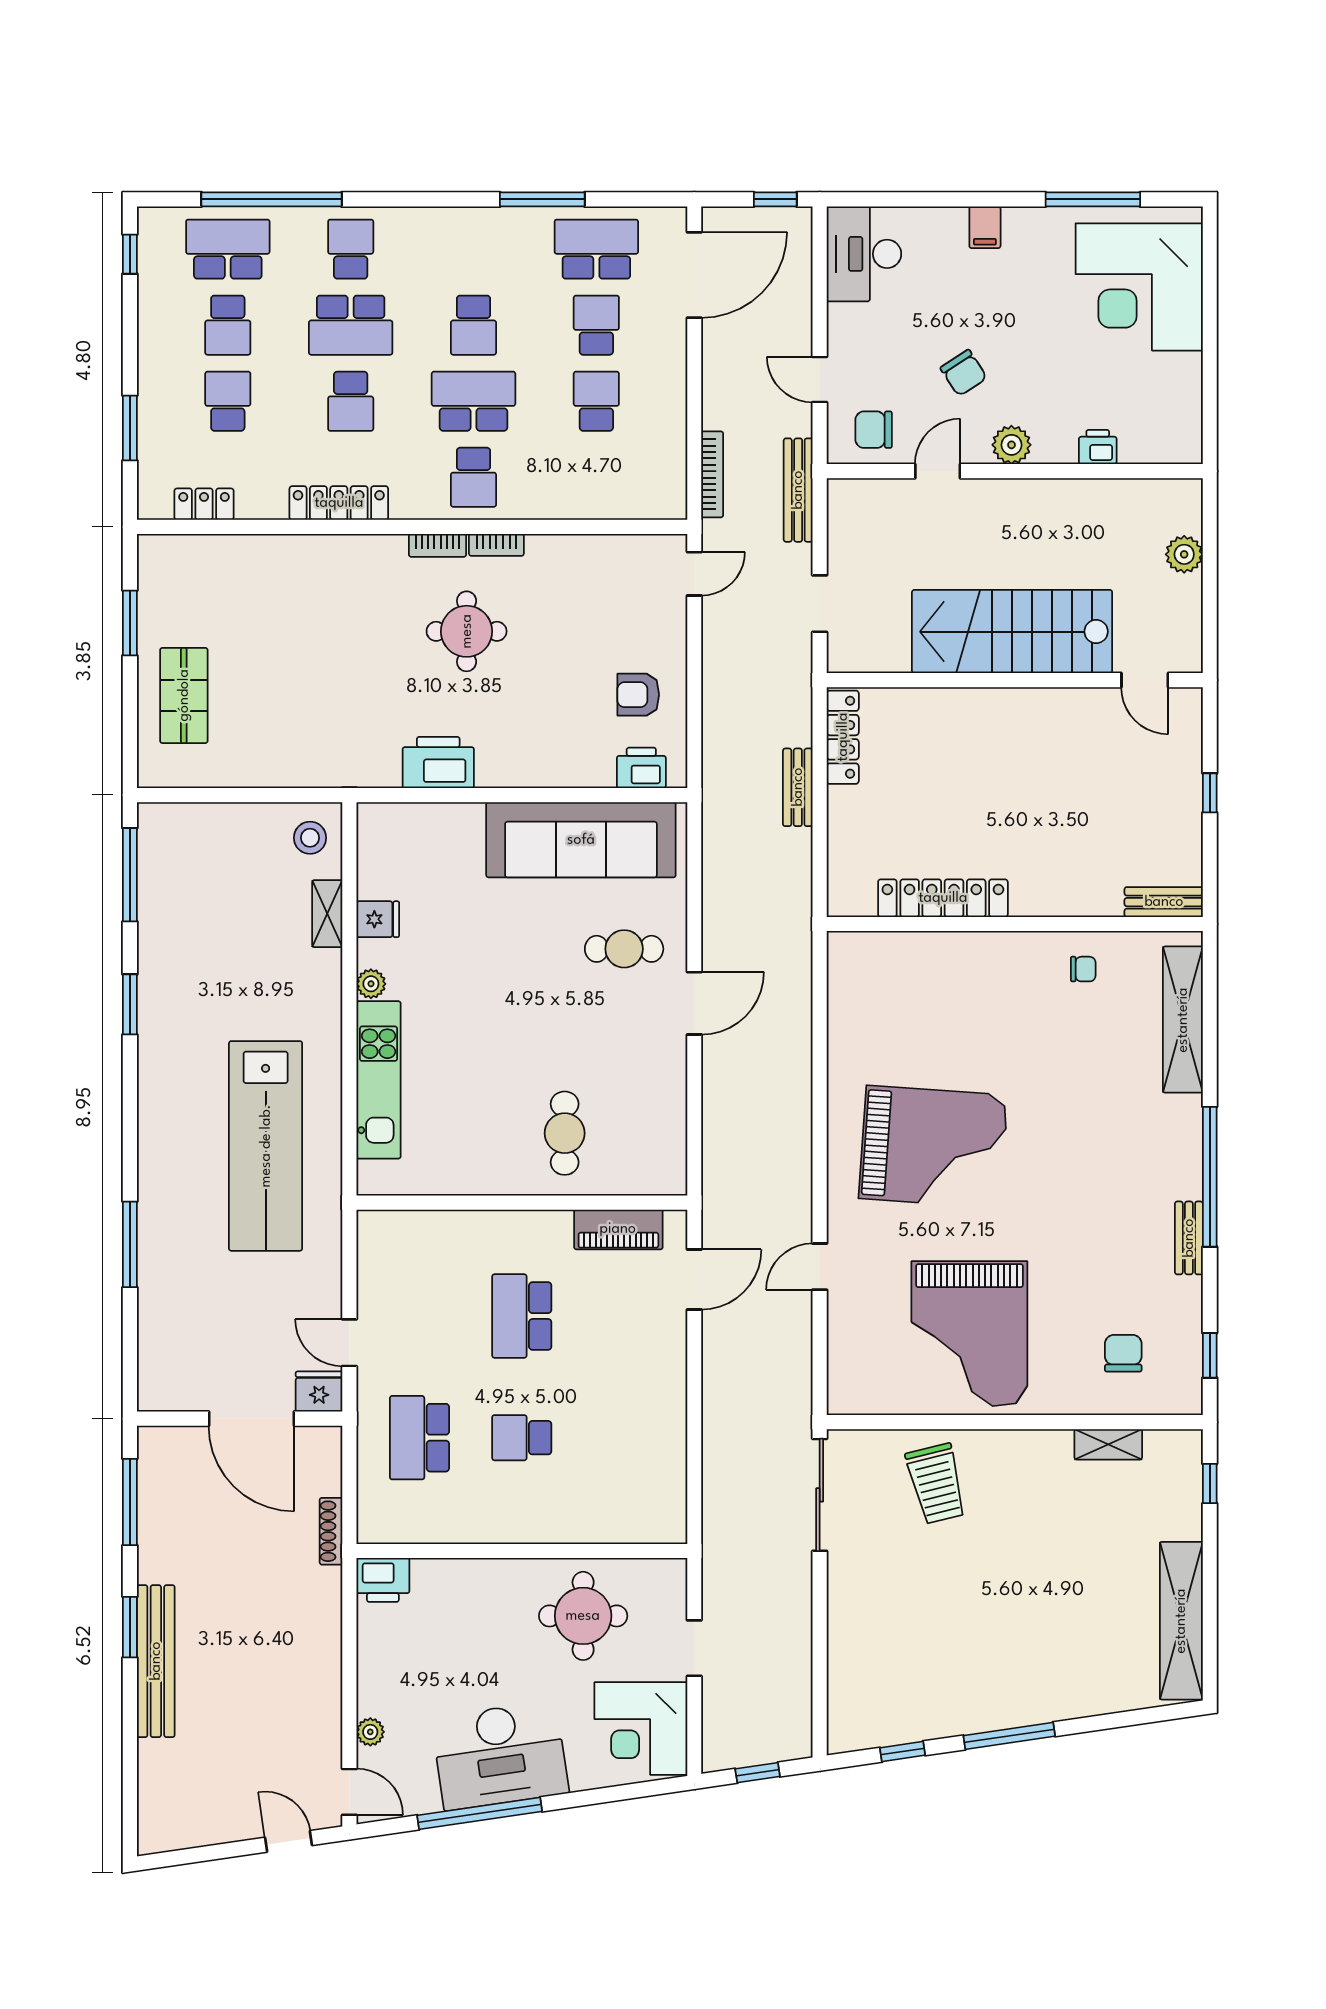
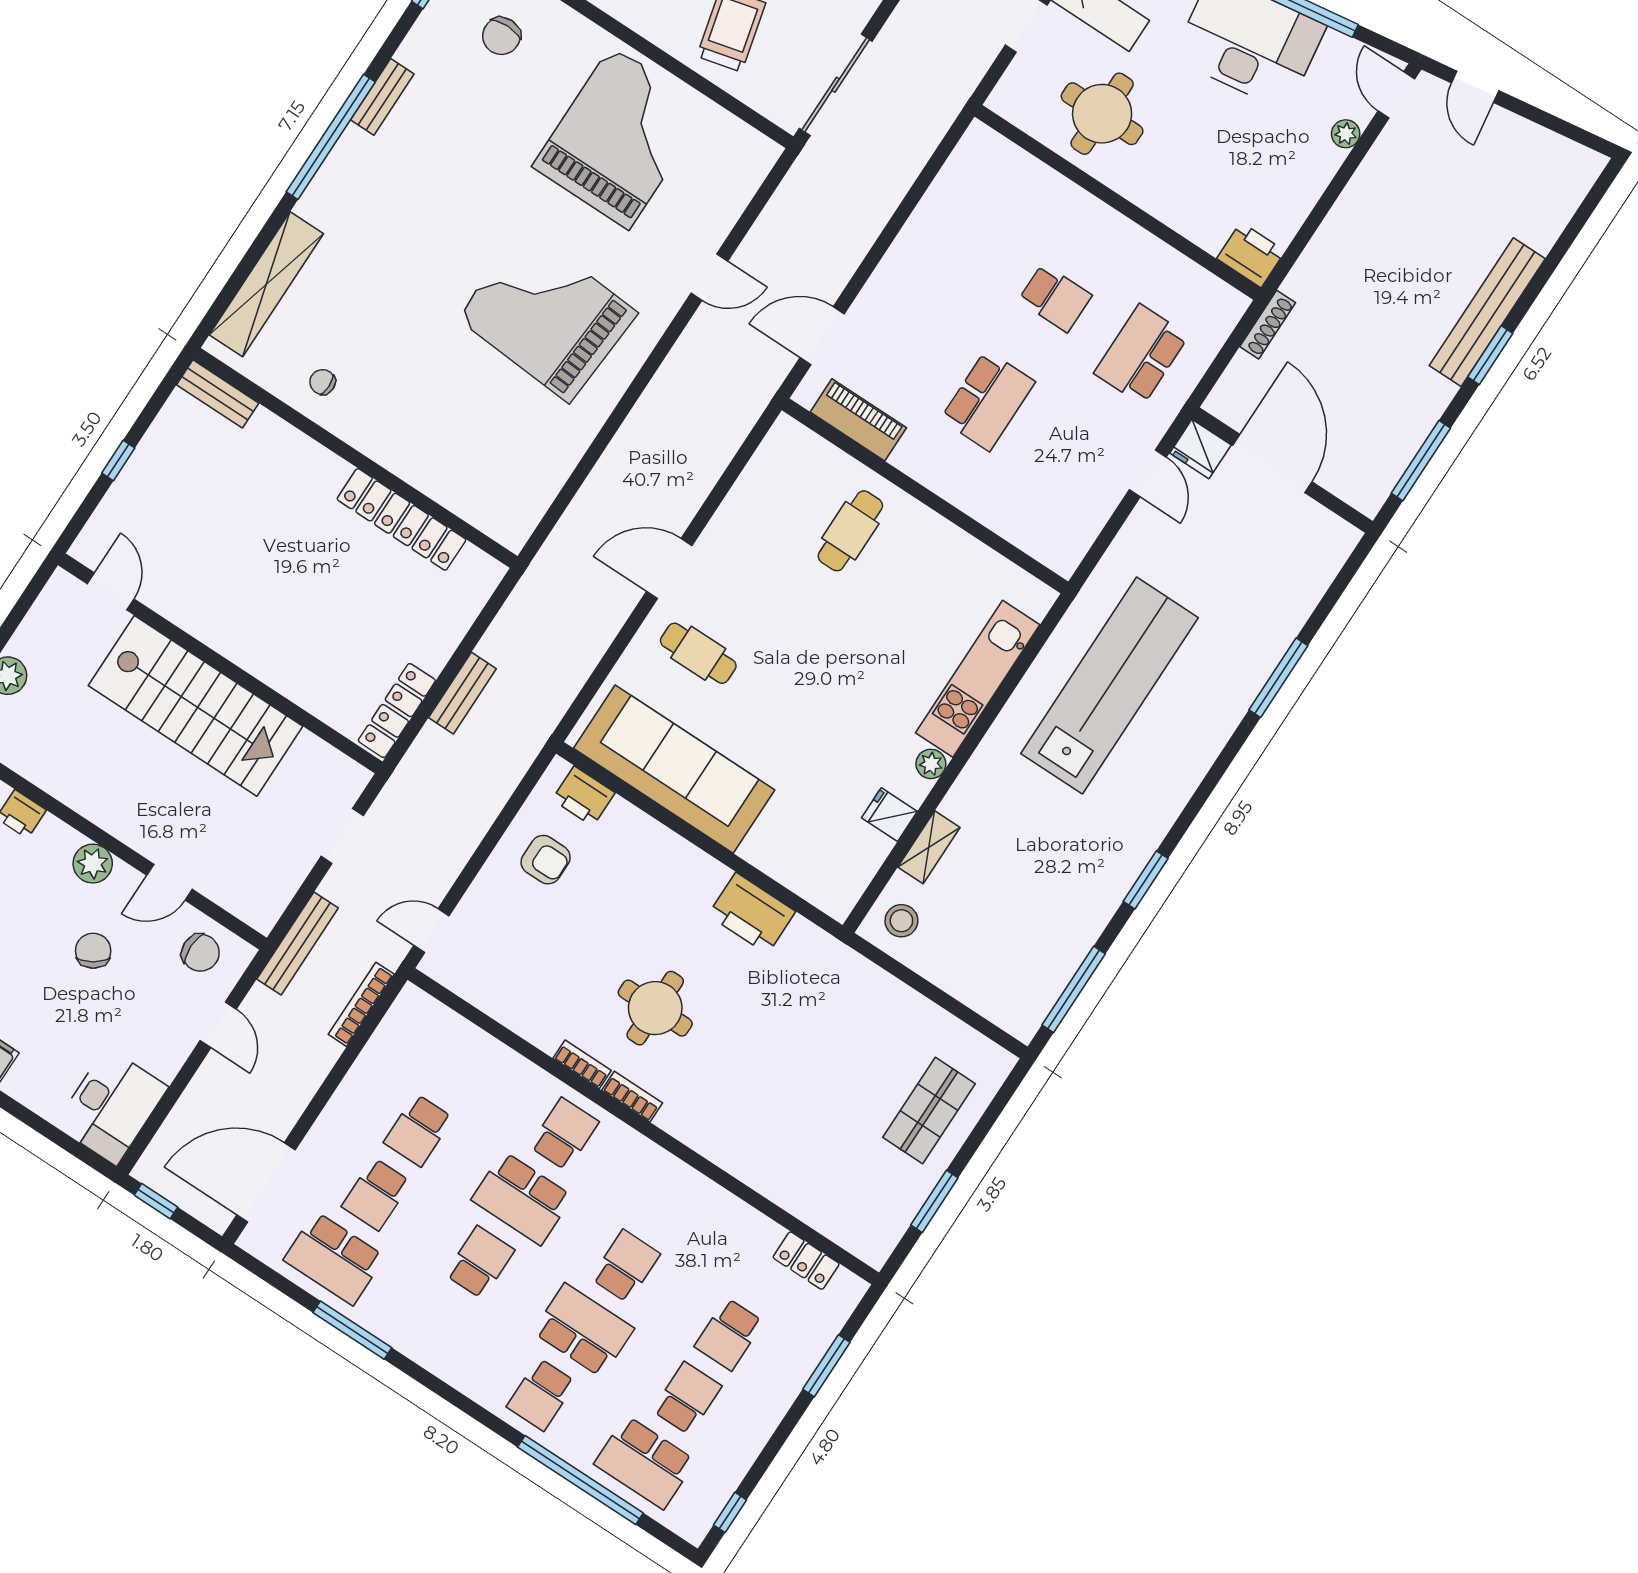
locker: (339, 503) -> (692, 1187), removed
school desk: (420, 1438) -> (1141, 354), turned 180

